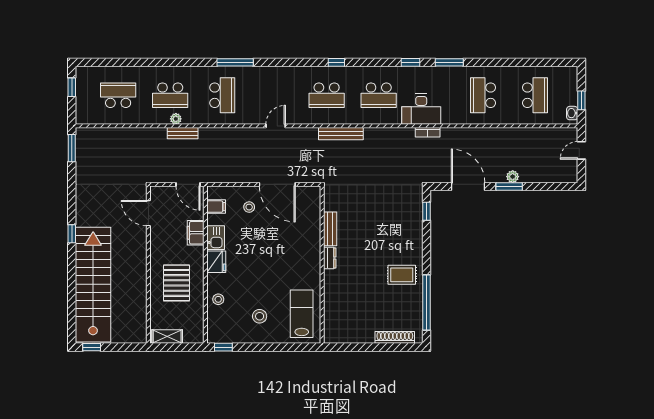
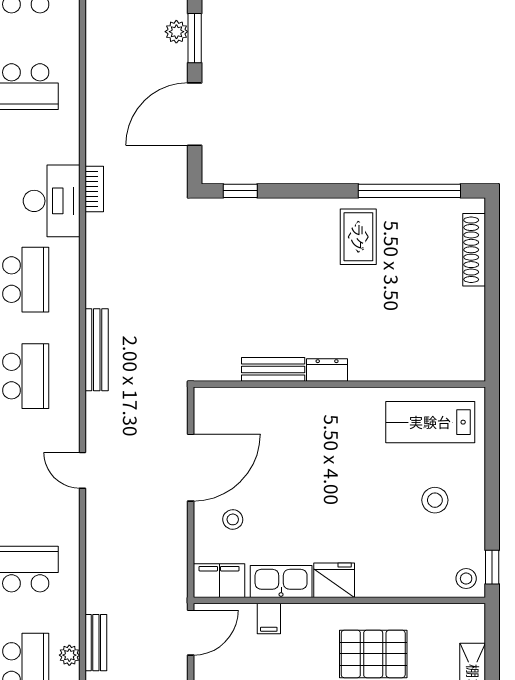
filing cabinet: (216, 207) -> (219, 581), width x2.00
filing cabinet: (196, 233) -> (269, 618), width x0.50
kitchen sink: (216, 238) -> (281, 582), width x1.38
stool: (218, 299) -> (466, 579), moved

